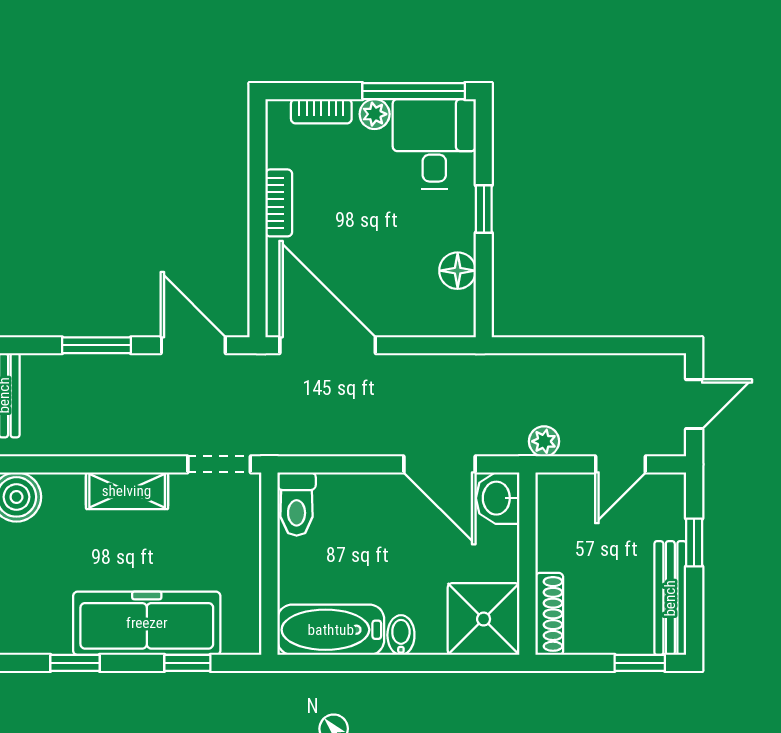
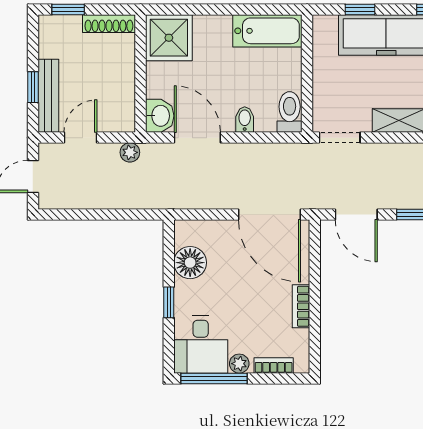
floor lamp: (458, 271) -> (190, 263), width x1.38, depth x1.38
bench: (670, 598) -> (48, 96), moved
shoe rack: (549, 614) -> (109, 24), moved, turned -90
bidet: (401, 635) -> (245, 120), moved, turned 180

